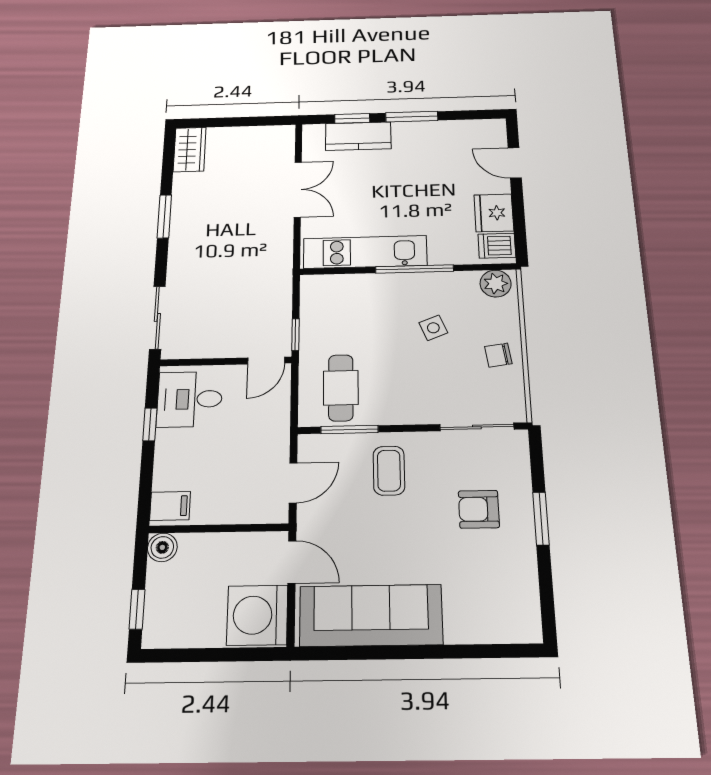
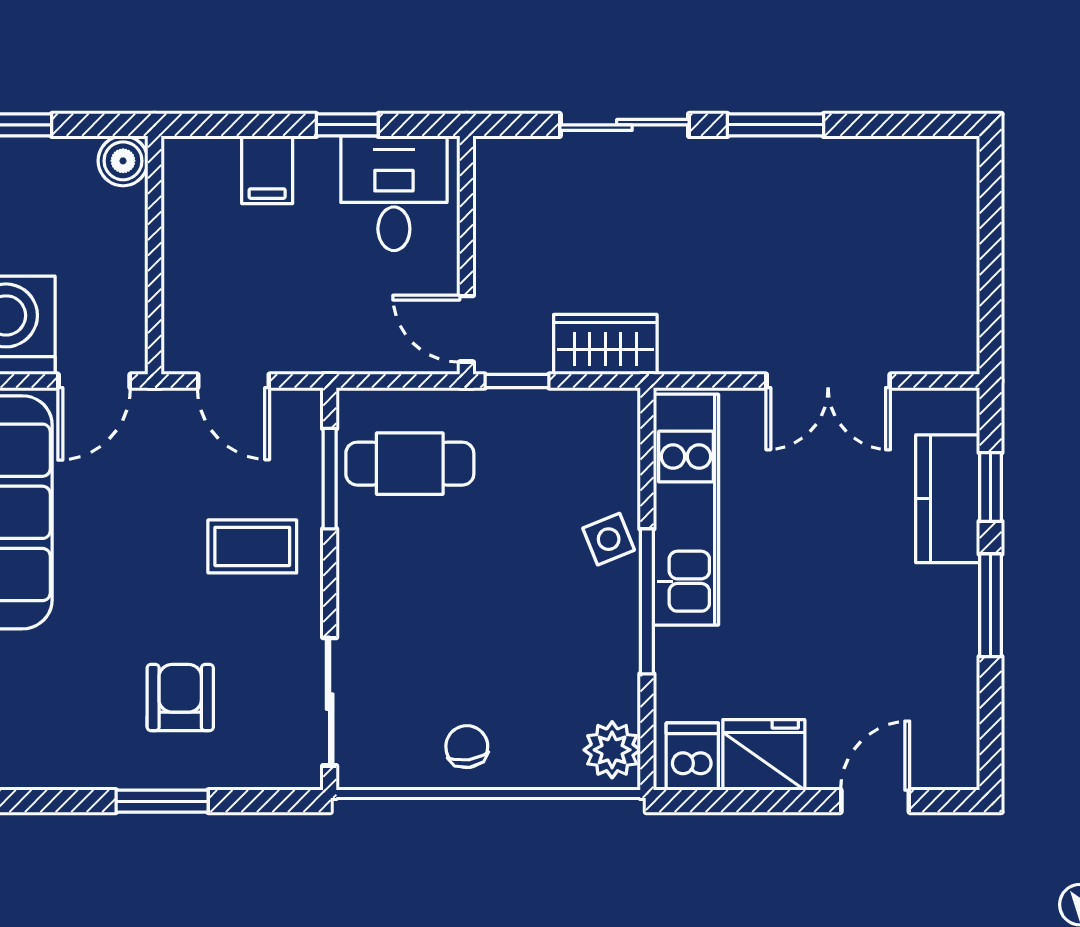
wardrobe: (190, 149) -> (605, 344), moved, turned 180
sliding door: (157, 317) -> (624, 125), moved
side table: (433, 328) -> (609, 539), moved
filing cabinet: (170, 506) -> (267, 170), moved

